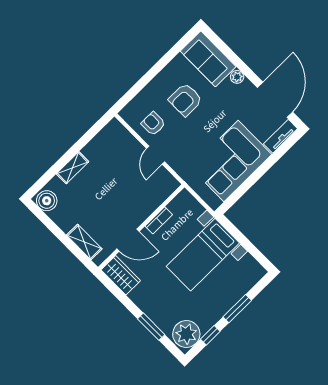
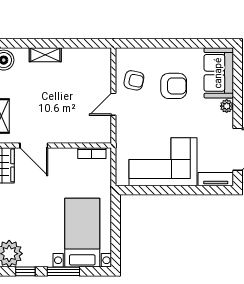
armchair: (185, 100) -> (174, 86), turned 180
armchair: (153, 124) -> (134, 80), turned 102
bookcase: (159, 220) -> (92, 153), moved
bed with nightstands: (203, 255) -> (82, 233), moved, turned 90

